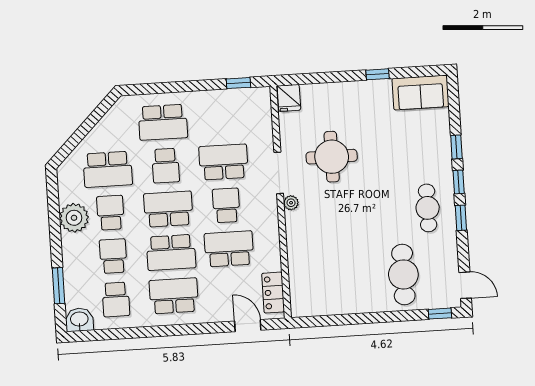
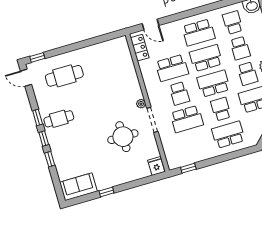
cafe table: (428, 208) -> (59, 119), turned 90
school desk: (168, 209) -> (213, 84), turned 180
cafe table: (403, 274) -> (64, 76), turned 90

